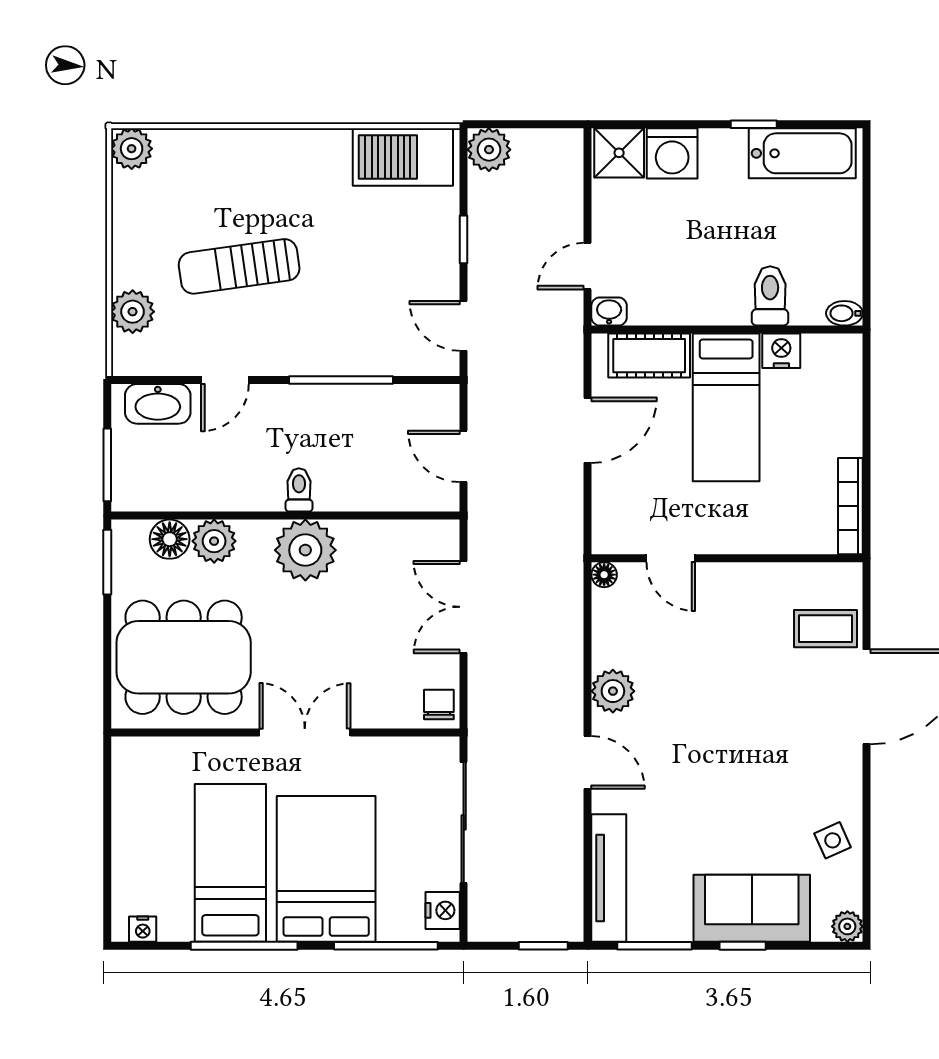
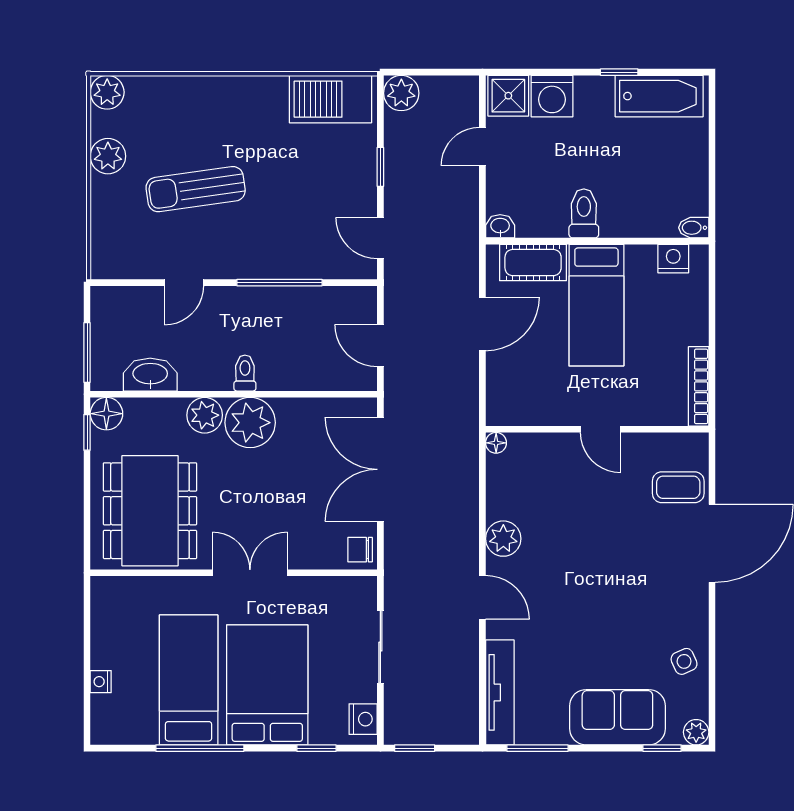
door: (588, 266) -> (482, 147), moved
toilet: (770, 296) -> (584, 213), moved
plant: (133, 312) -> (108, 156), moved
nightstand: (781, 351) -> (673, 259), moved
washbasin: (158, 404) -> (150, 375), moved, turned 180
floor lamp: (170, 539) -> (106, 414), moved
plant: (214, 541) -> (205, 415), moved
door: (671, 558) -> (600, 429), moved
window: (107, 562) -> (87, 432), width x0.67
double door: (464, 607) -> (380, 469), width x1.37
dining table: (184, 657) -> (150, 511), turned 90
chair: (439, 704) -> (360, 550), turned -90
sliding door: (464, 822) -> (380, 647), width x0.73
nightstand: (143, 929) -> (101, 682), moved, turned 90
window: (386, 946) -> (316, 748), width x0.46
window: (543, 946) -> (415, 748), moved
window: (743, 946) -> (662, 748), moved

